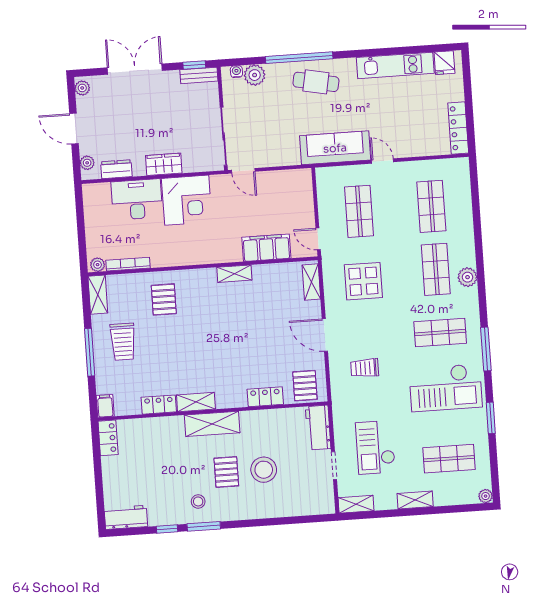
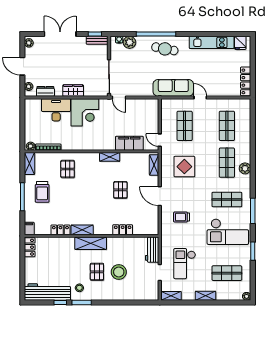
pallet: (305, 386) -> (120, 190), moved
workbench: (126, 517) -> (47, 292), width x1.88, depth x1.32

